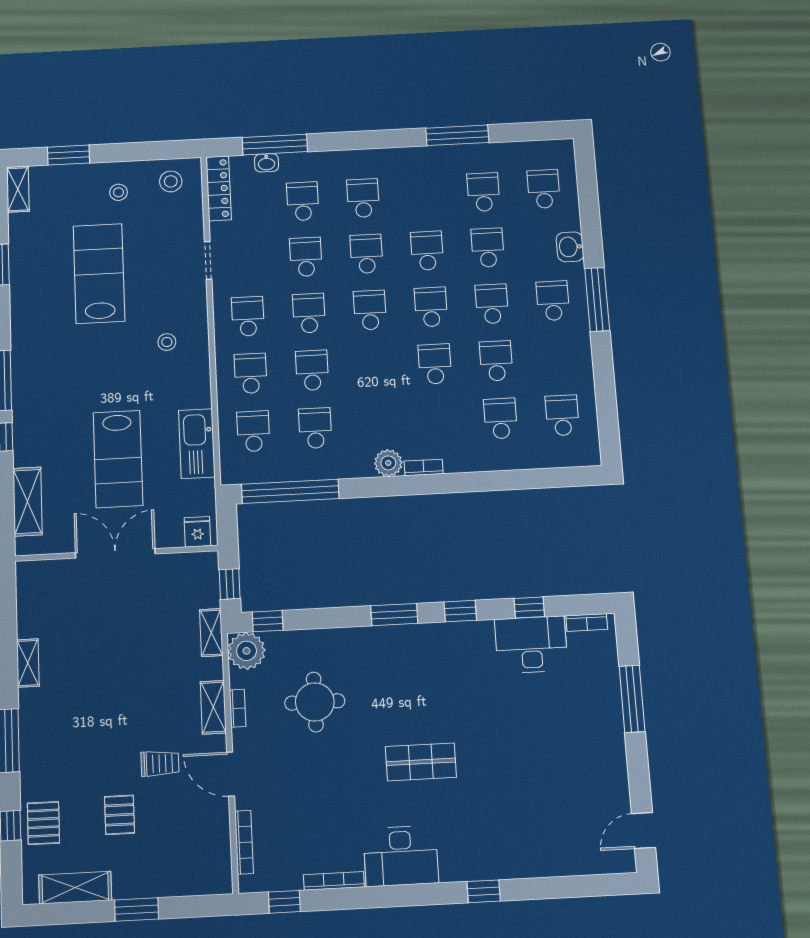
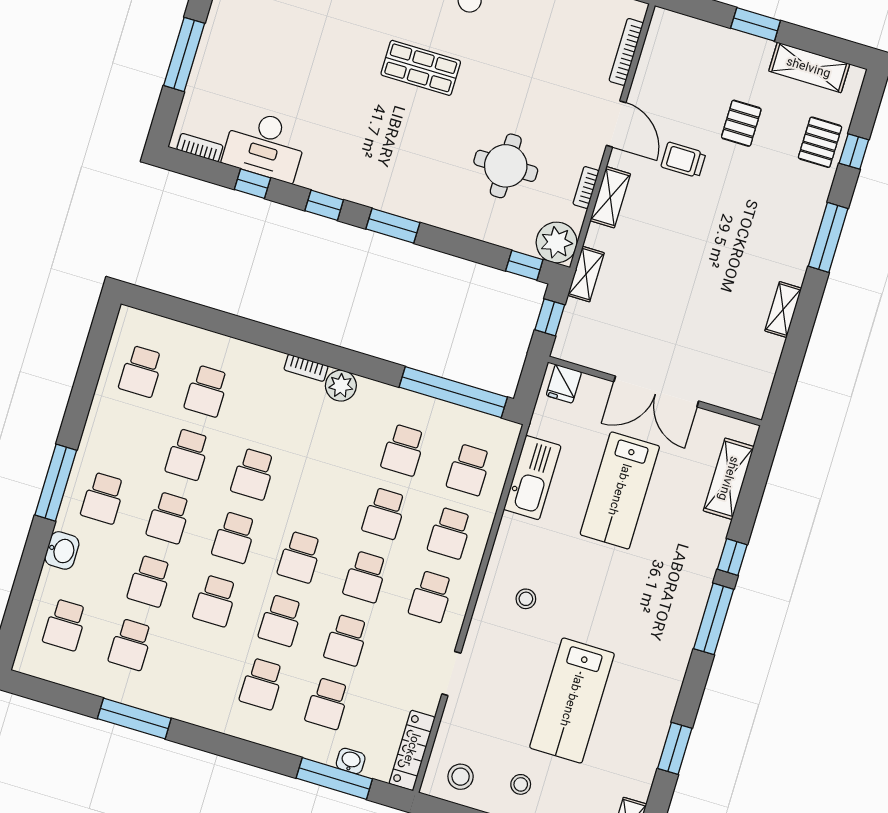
lab bench: (118, 459) -> (620, 490), turned 180

